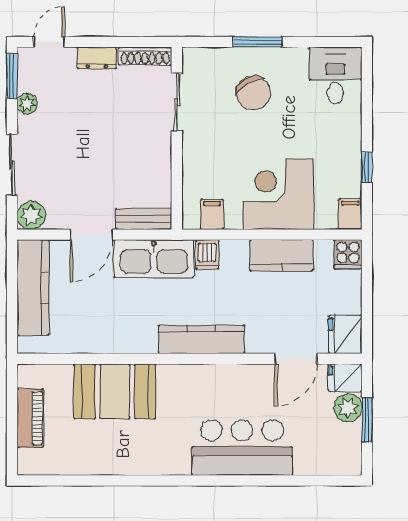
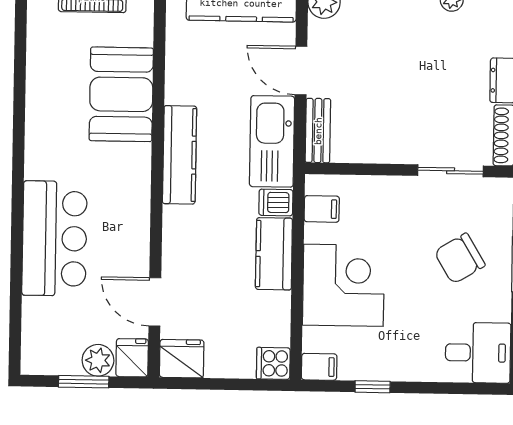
kitchen counter: (281, 255) -> (274, 254), moved
kitchen counter: (201, 339) -> (180, 155), moved

